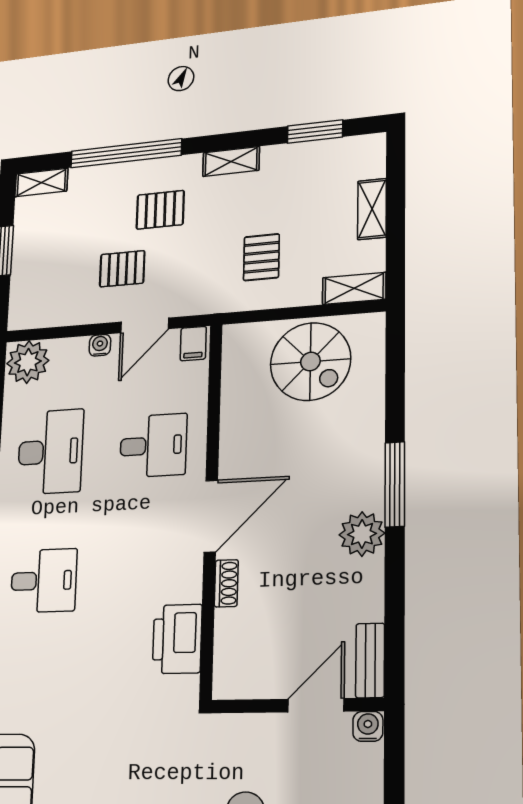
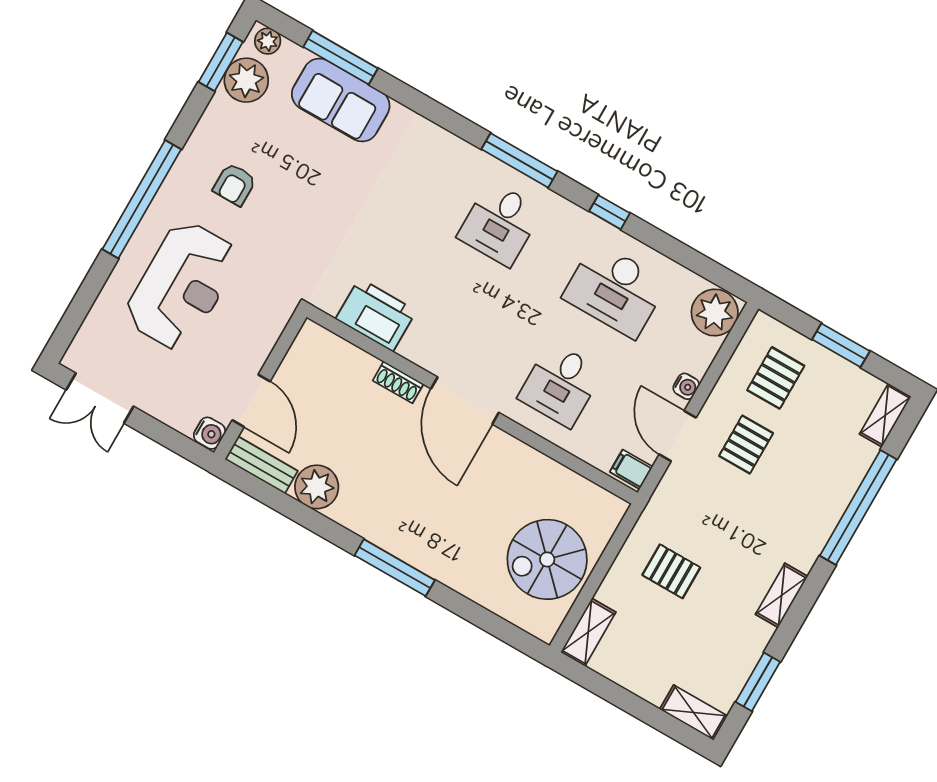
shelving: (372, 209) -> (694, 713), moved
pallet: (160, 210) -> (776, 378), moved
plant: (362, 534) -> (317, 487), moved

